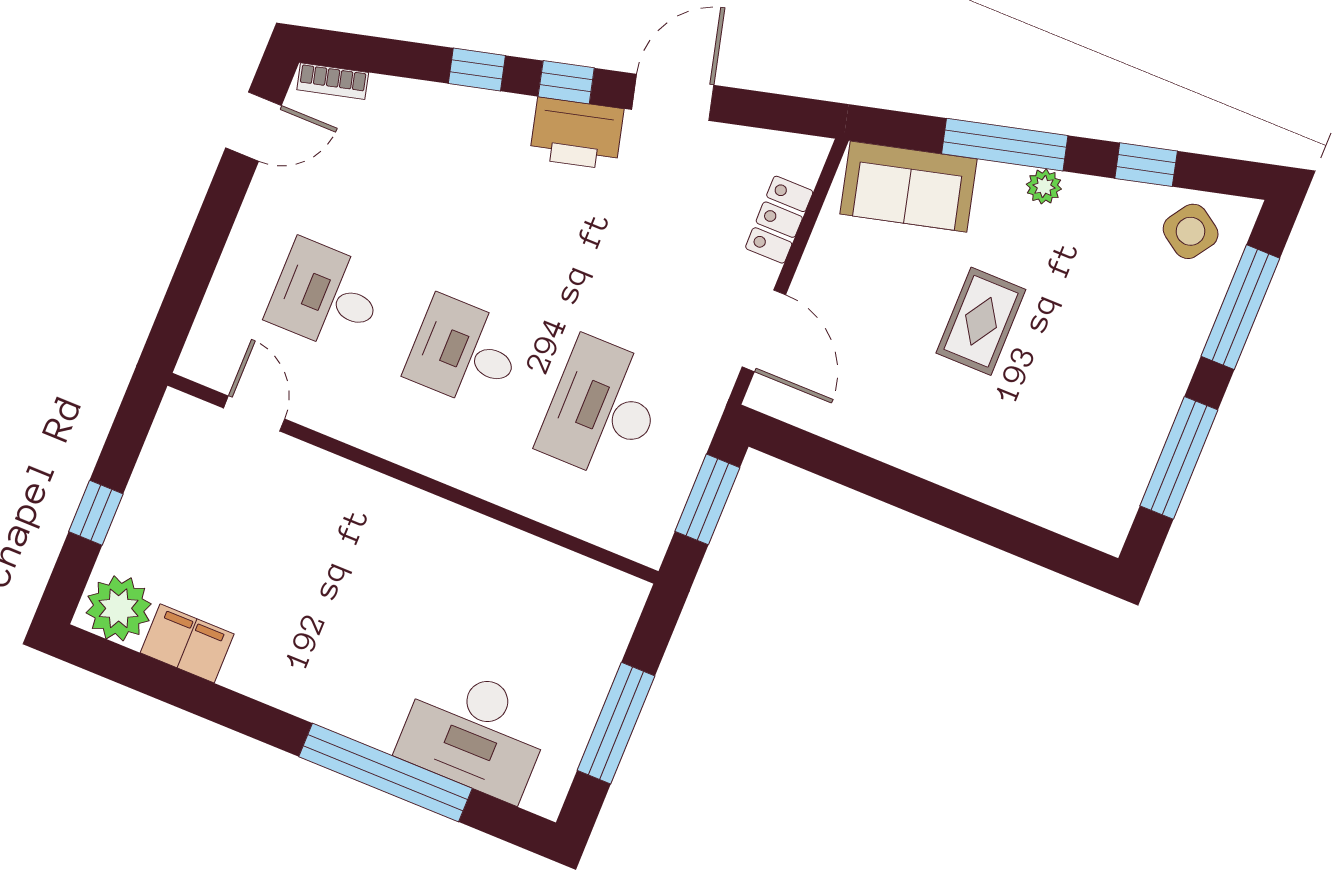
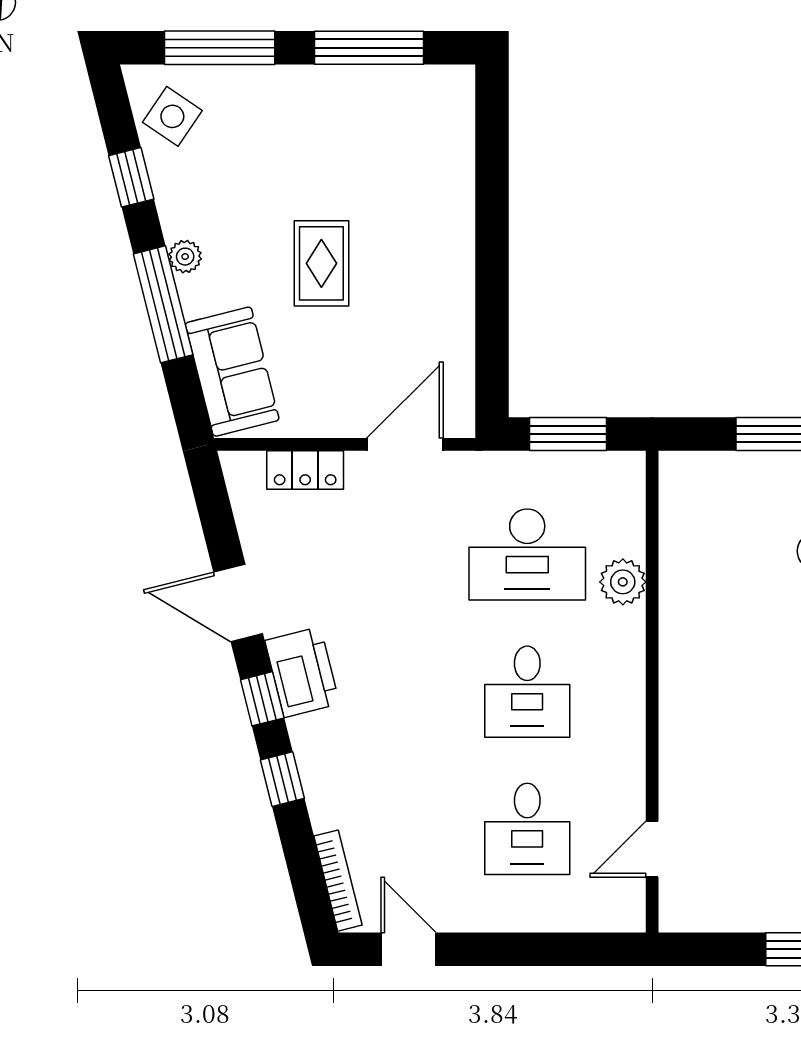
bookcase: (333, 81) -> (338, 881), width x1.56
rug: (981, 321) -> (321, 263), turned 90
plant: (536, 494) -> (623, 582), added

